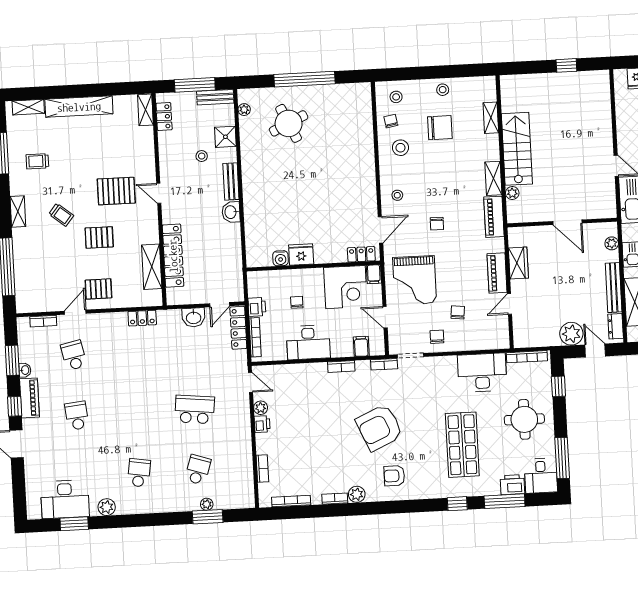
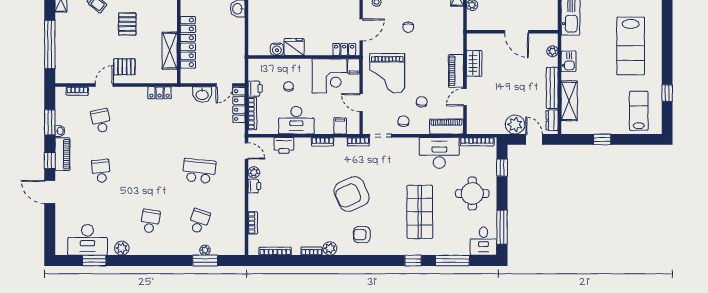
piano: (494, 217) -> (447, 127), moved, turned 90
pallet: (99, 237) -> (127, 24), turned 90
printer: (512, 485) -> (284, 145), moved, turned 180

